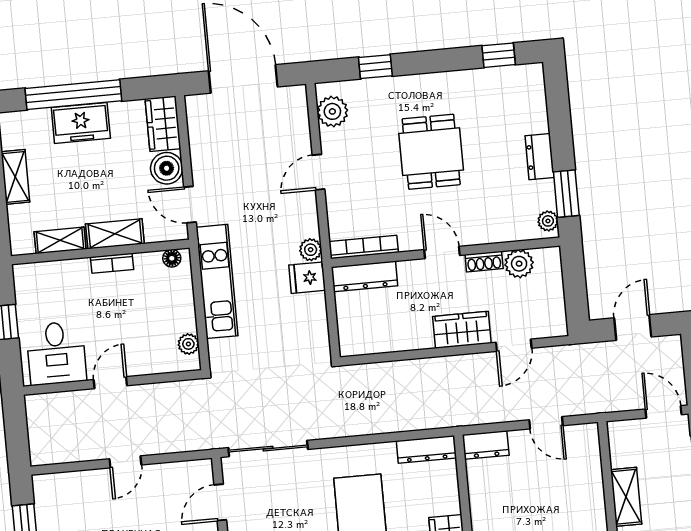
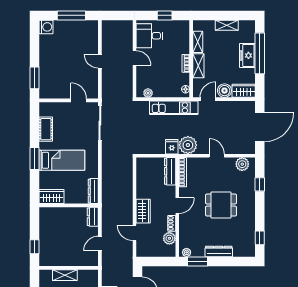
dresser: (540, 157) -> (219, 251), width x1.44
plant: (311, 250) -> (188, 145), width x1.88, depth x1.88

